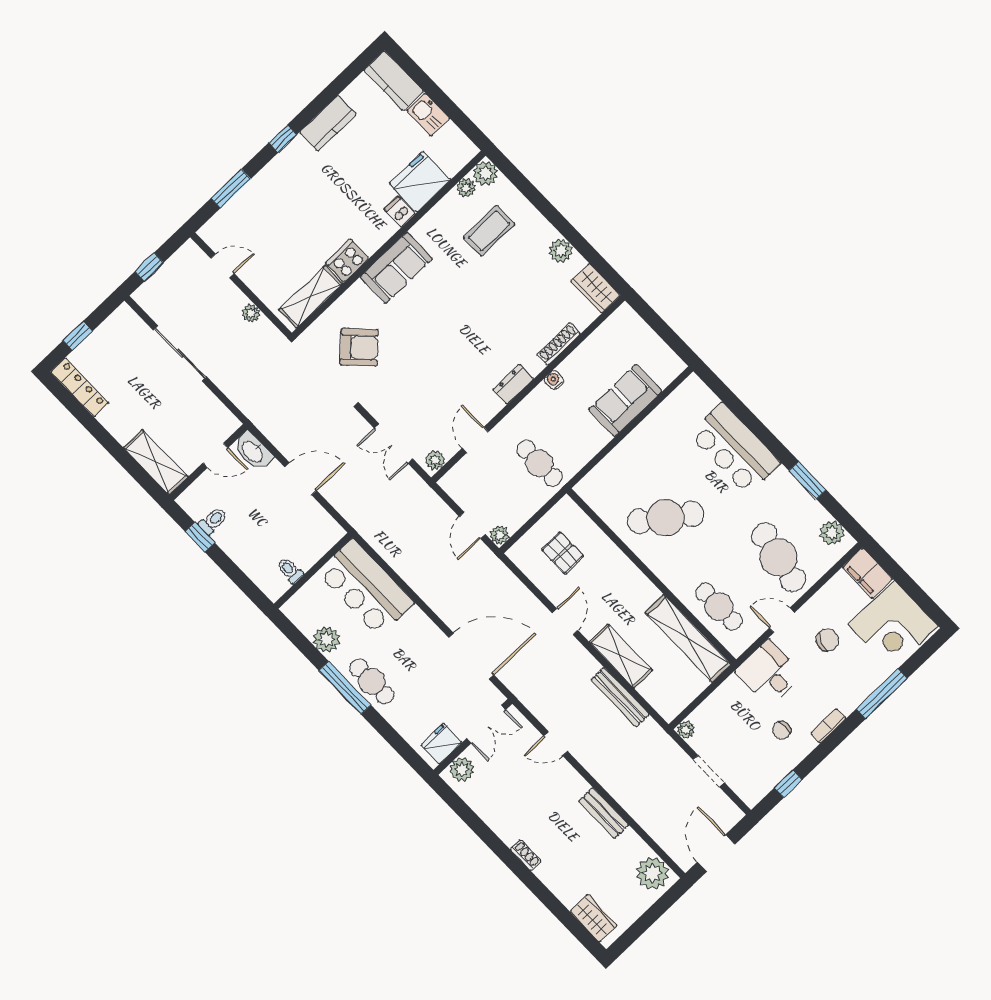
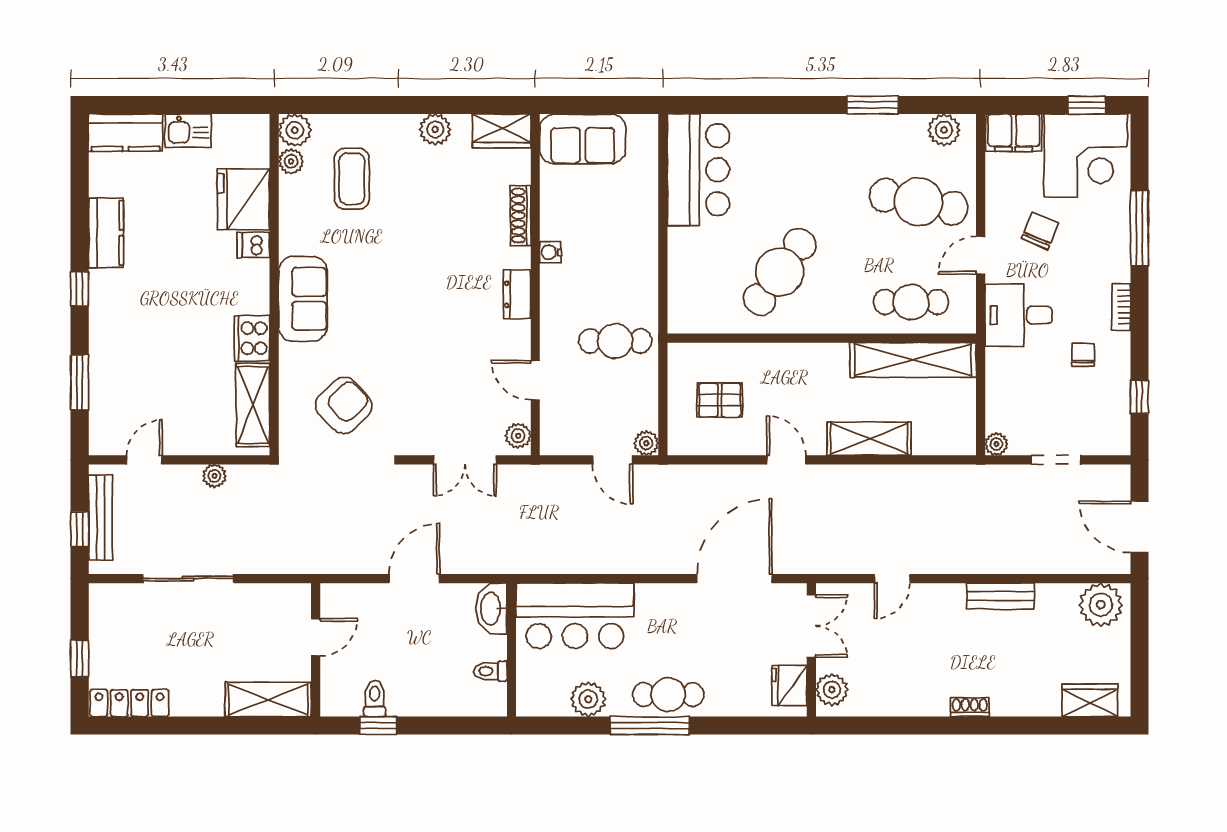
sofa: (625, 400) -> (583, 139), moved, turned -90
bar counter: (735, 449) -> (698, 170), moved, turned -90
washbasin: (253, 451) -> (492, 609), moved, turned 90
window: (922, 599) -> (1087, 105), added
bench: (620, 697) -> (100, 518), moved, turned 90
chair: (782, 730) -> (1083, 355), turned 180

